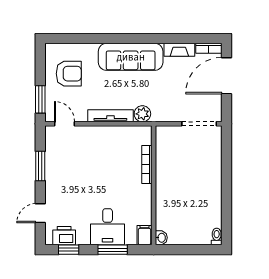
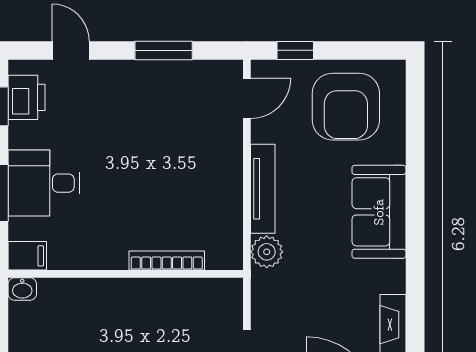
sofa: (131, 57) -> (379, 212), width x0.73
armchair: (69, 74) -> (346, 107), width x1.36, depth x1.36
window: (40, 99) -> (295, 50), width x0.67

